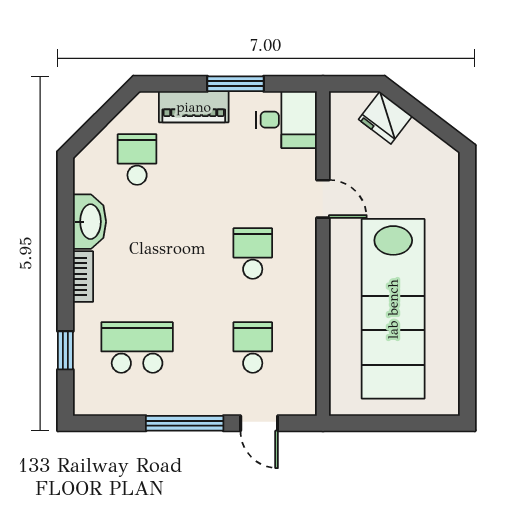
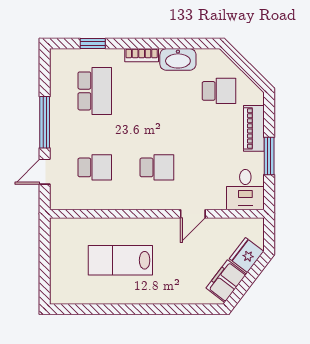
filing cabinet: (425, 149) -> (226, 281), added
lab bench: (393, 309) -> (120, 260), width x0.54, depth x0.72

